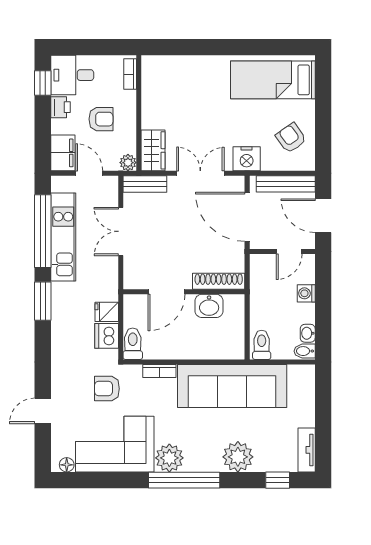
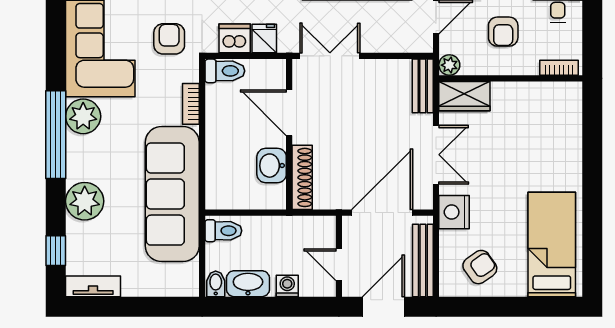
double door: (121, 231) -> (330, 56), moved
washbasin: (308, 333) -> (248, 284), width x1.91, depth x1.45

